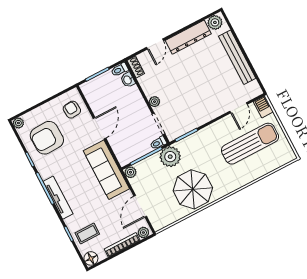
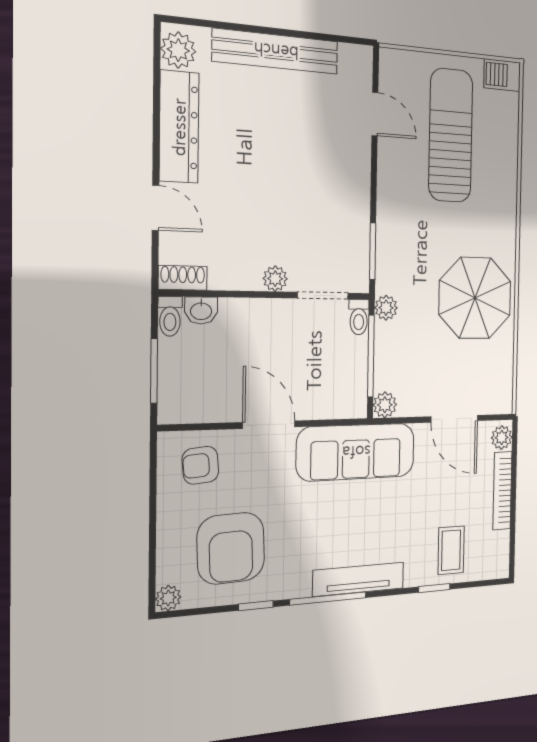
barbecue: (263, 107) -> (502, 75), moved
plant: (170, 157) -> (386, 308), width x0.53, depth x0.53
floor lamp: (91, 258) -> (496, 564), removed

